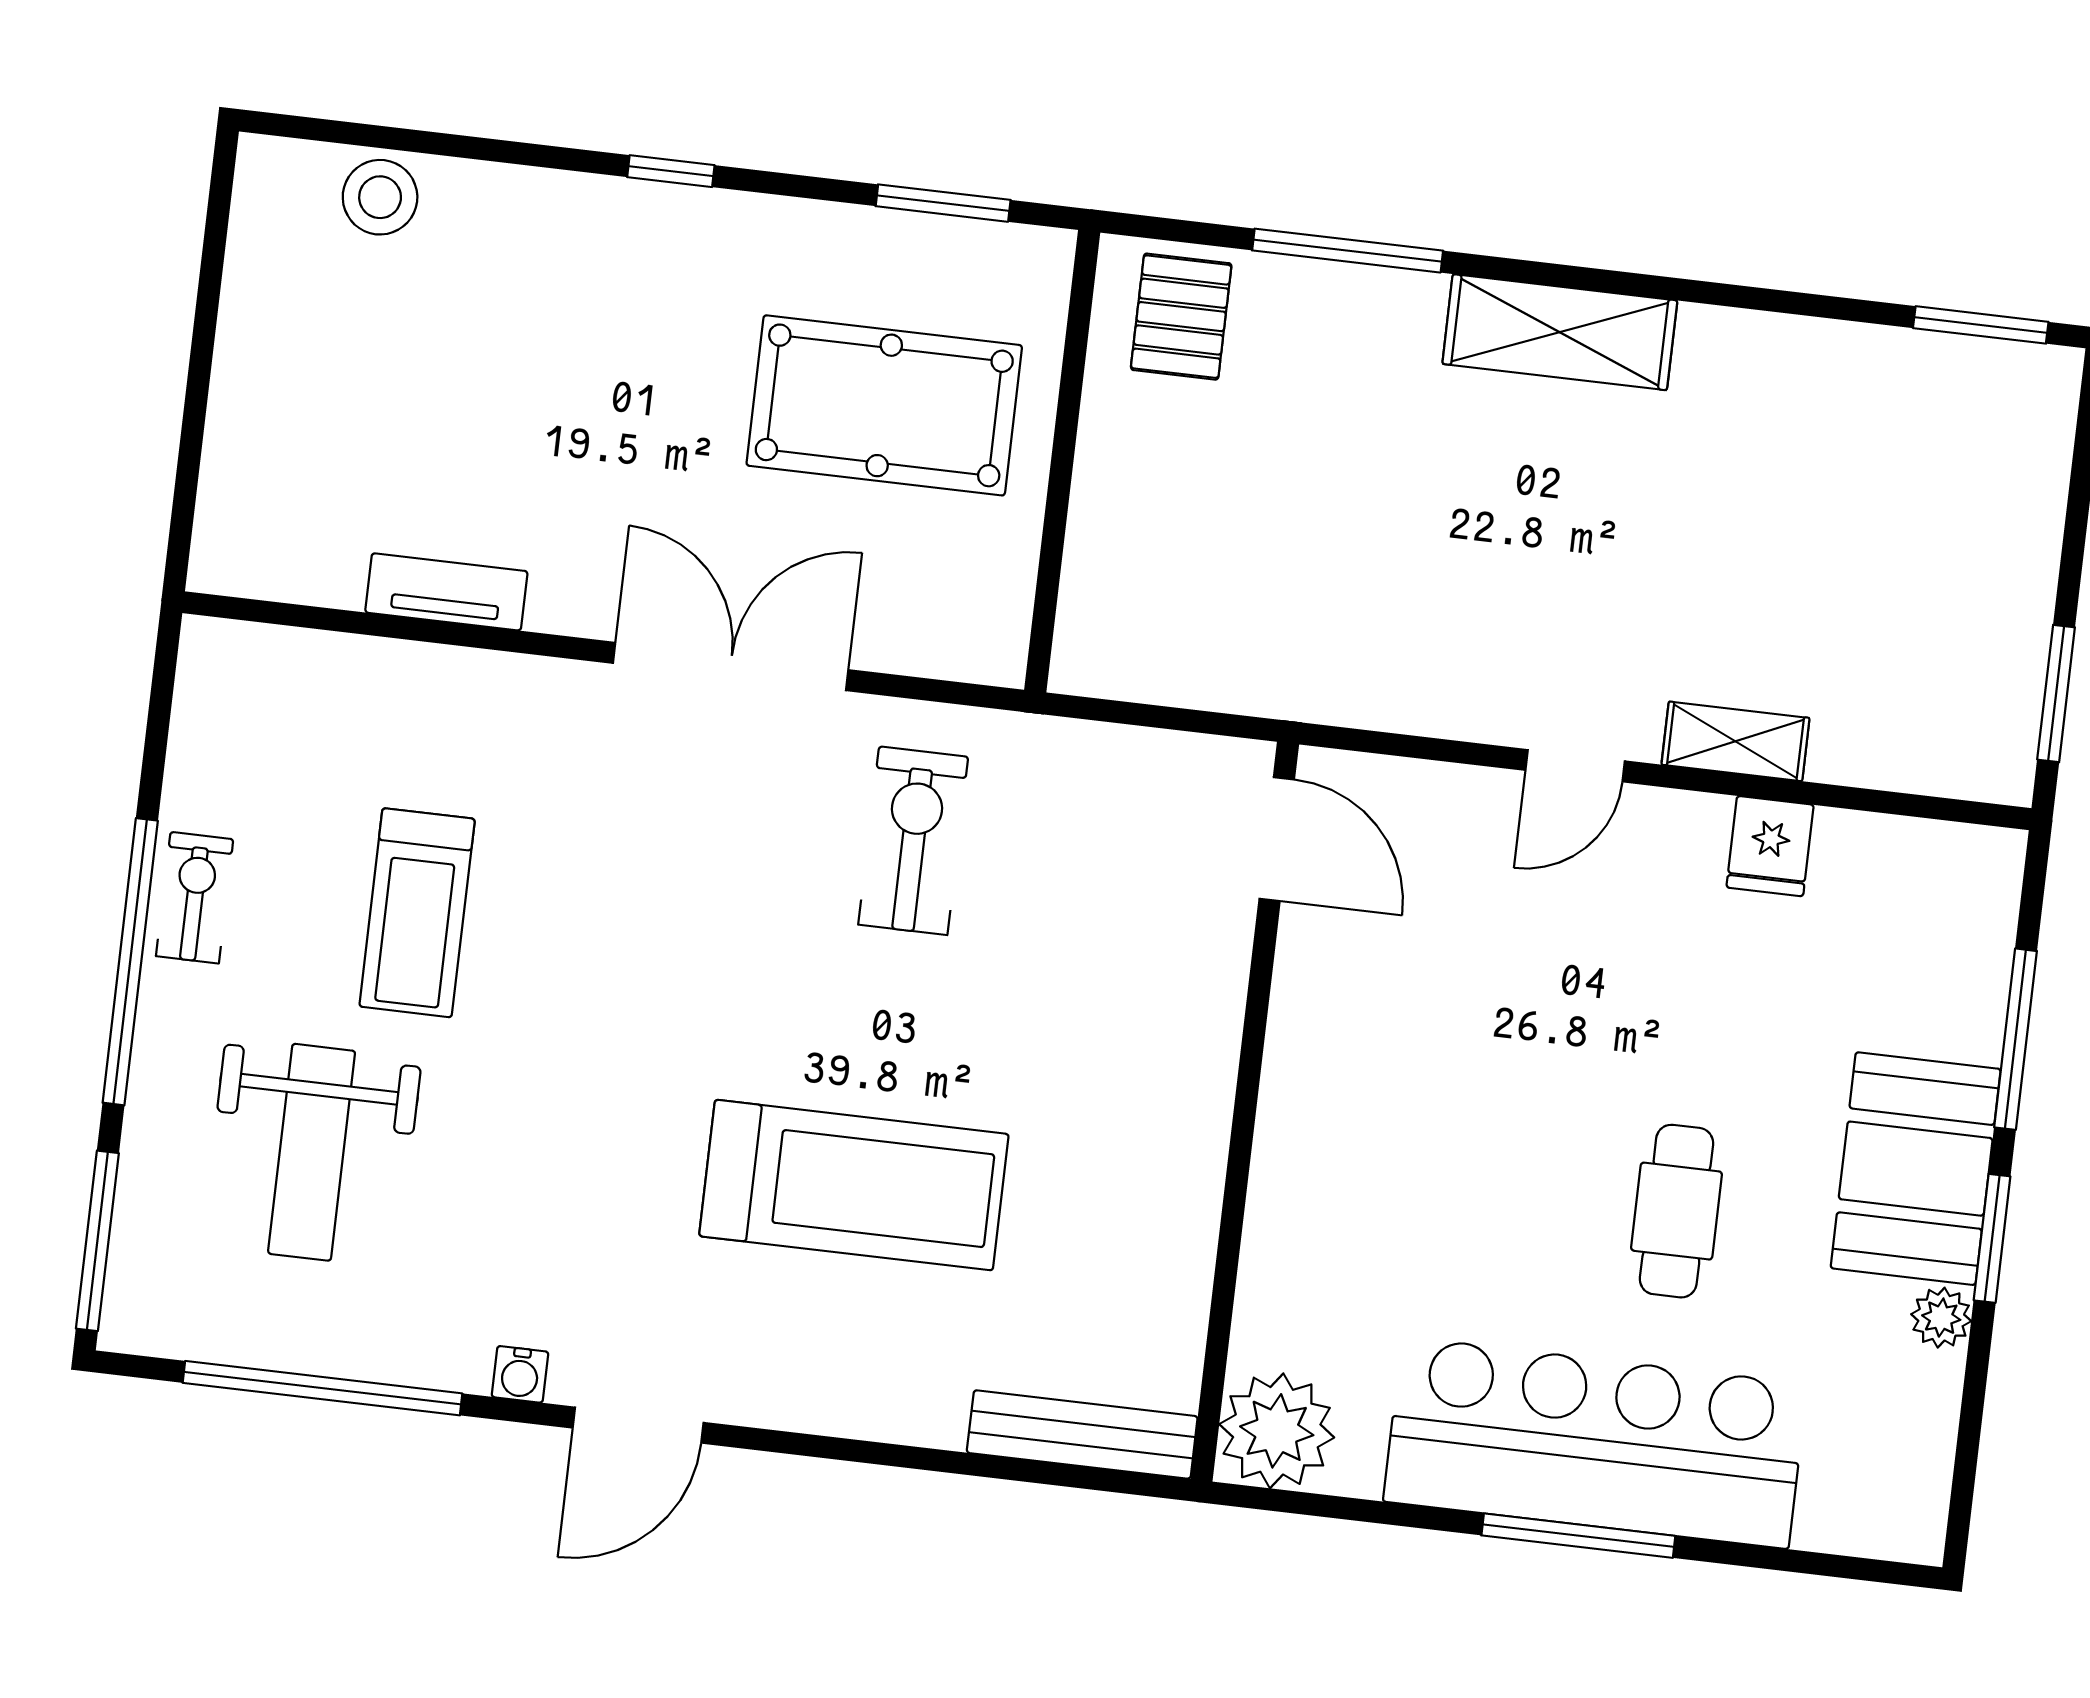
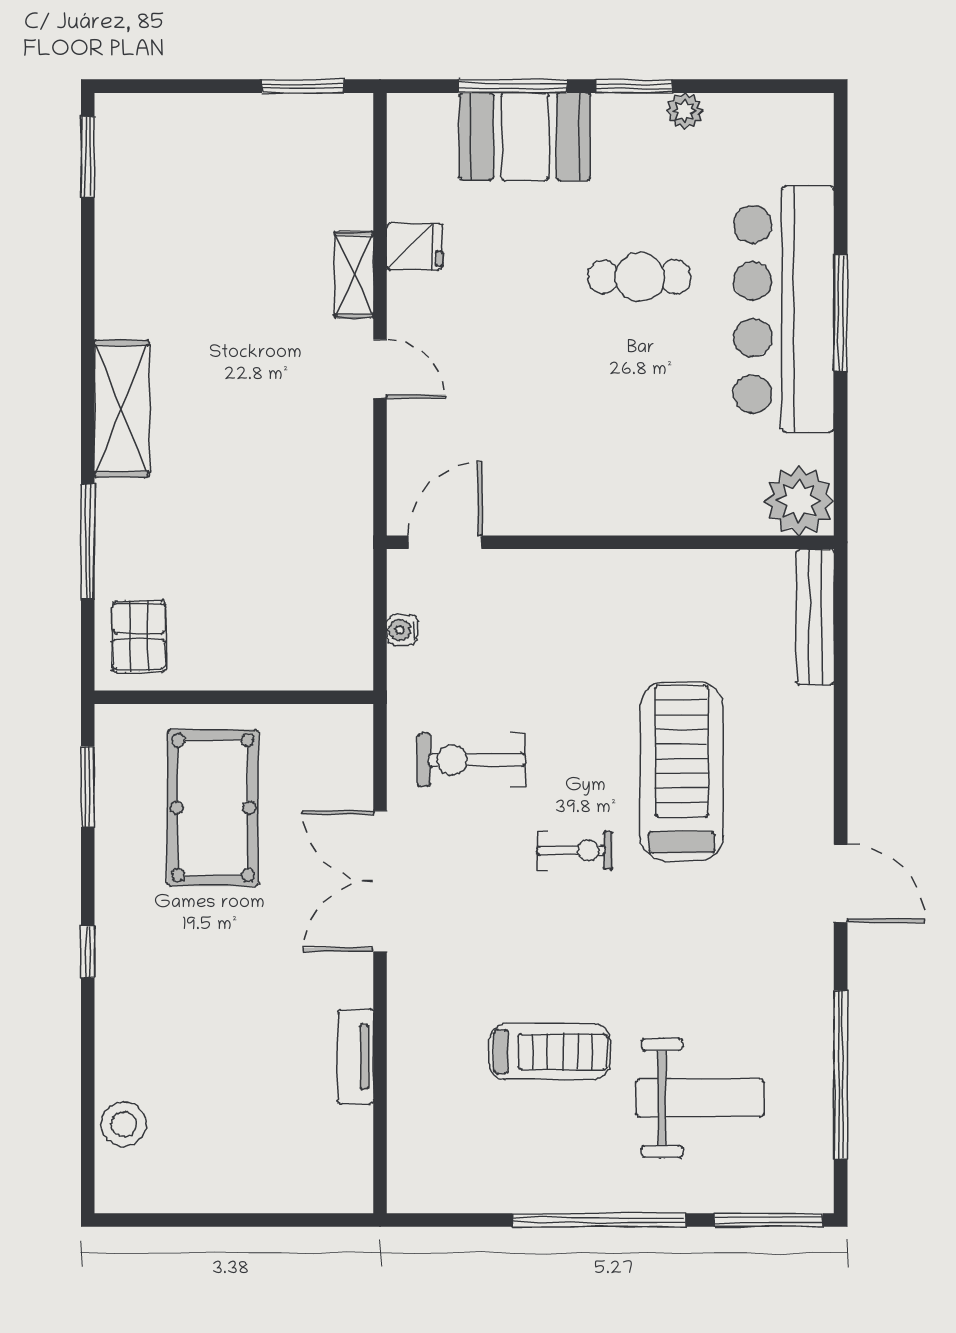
pallet: (1181, 317) -> (139, 636), turned 90
exercise bike: (195, 898) -> (575, 850), moved, turned 180
booth: (1916, 1169) -> (525, 137), moved
water cooler: (520, 1374) -> (402, 630), moved, turned 180

